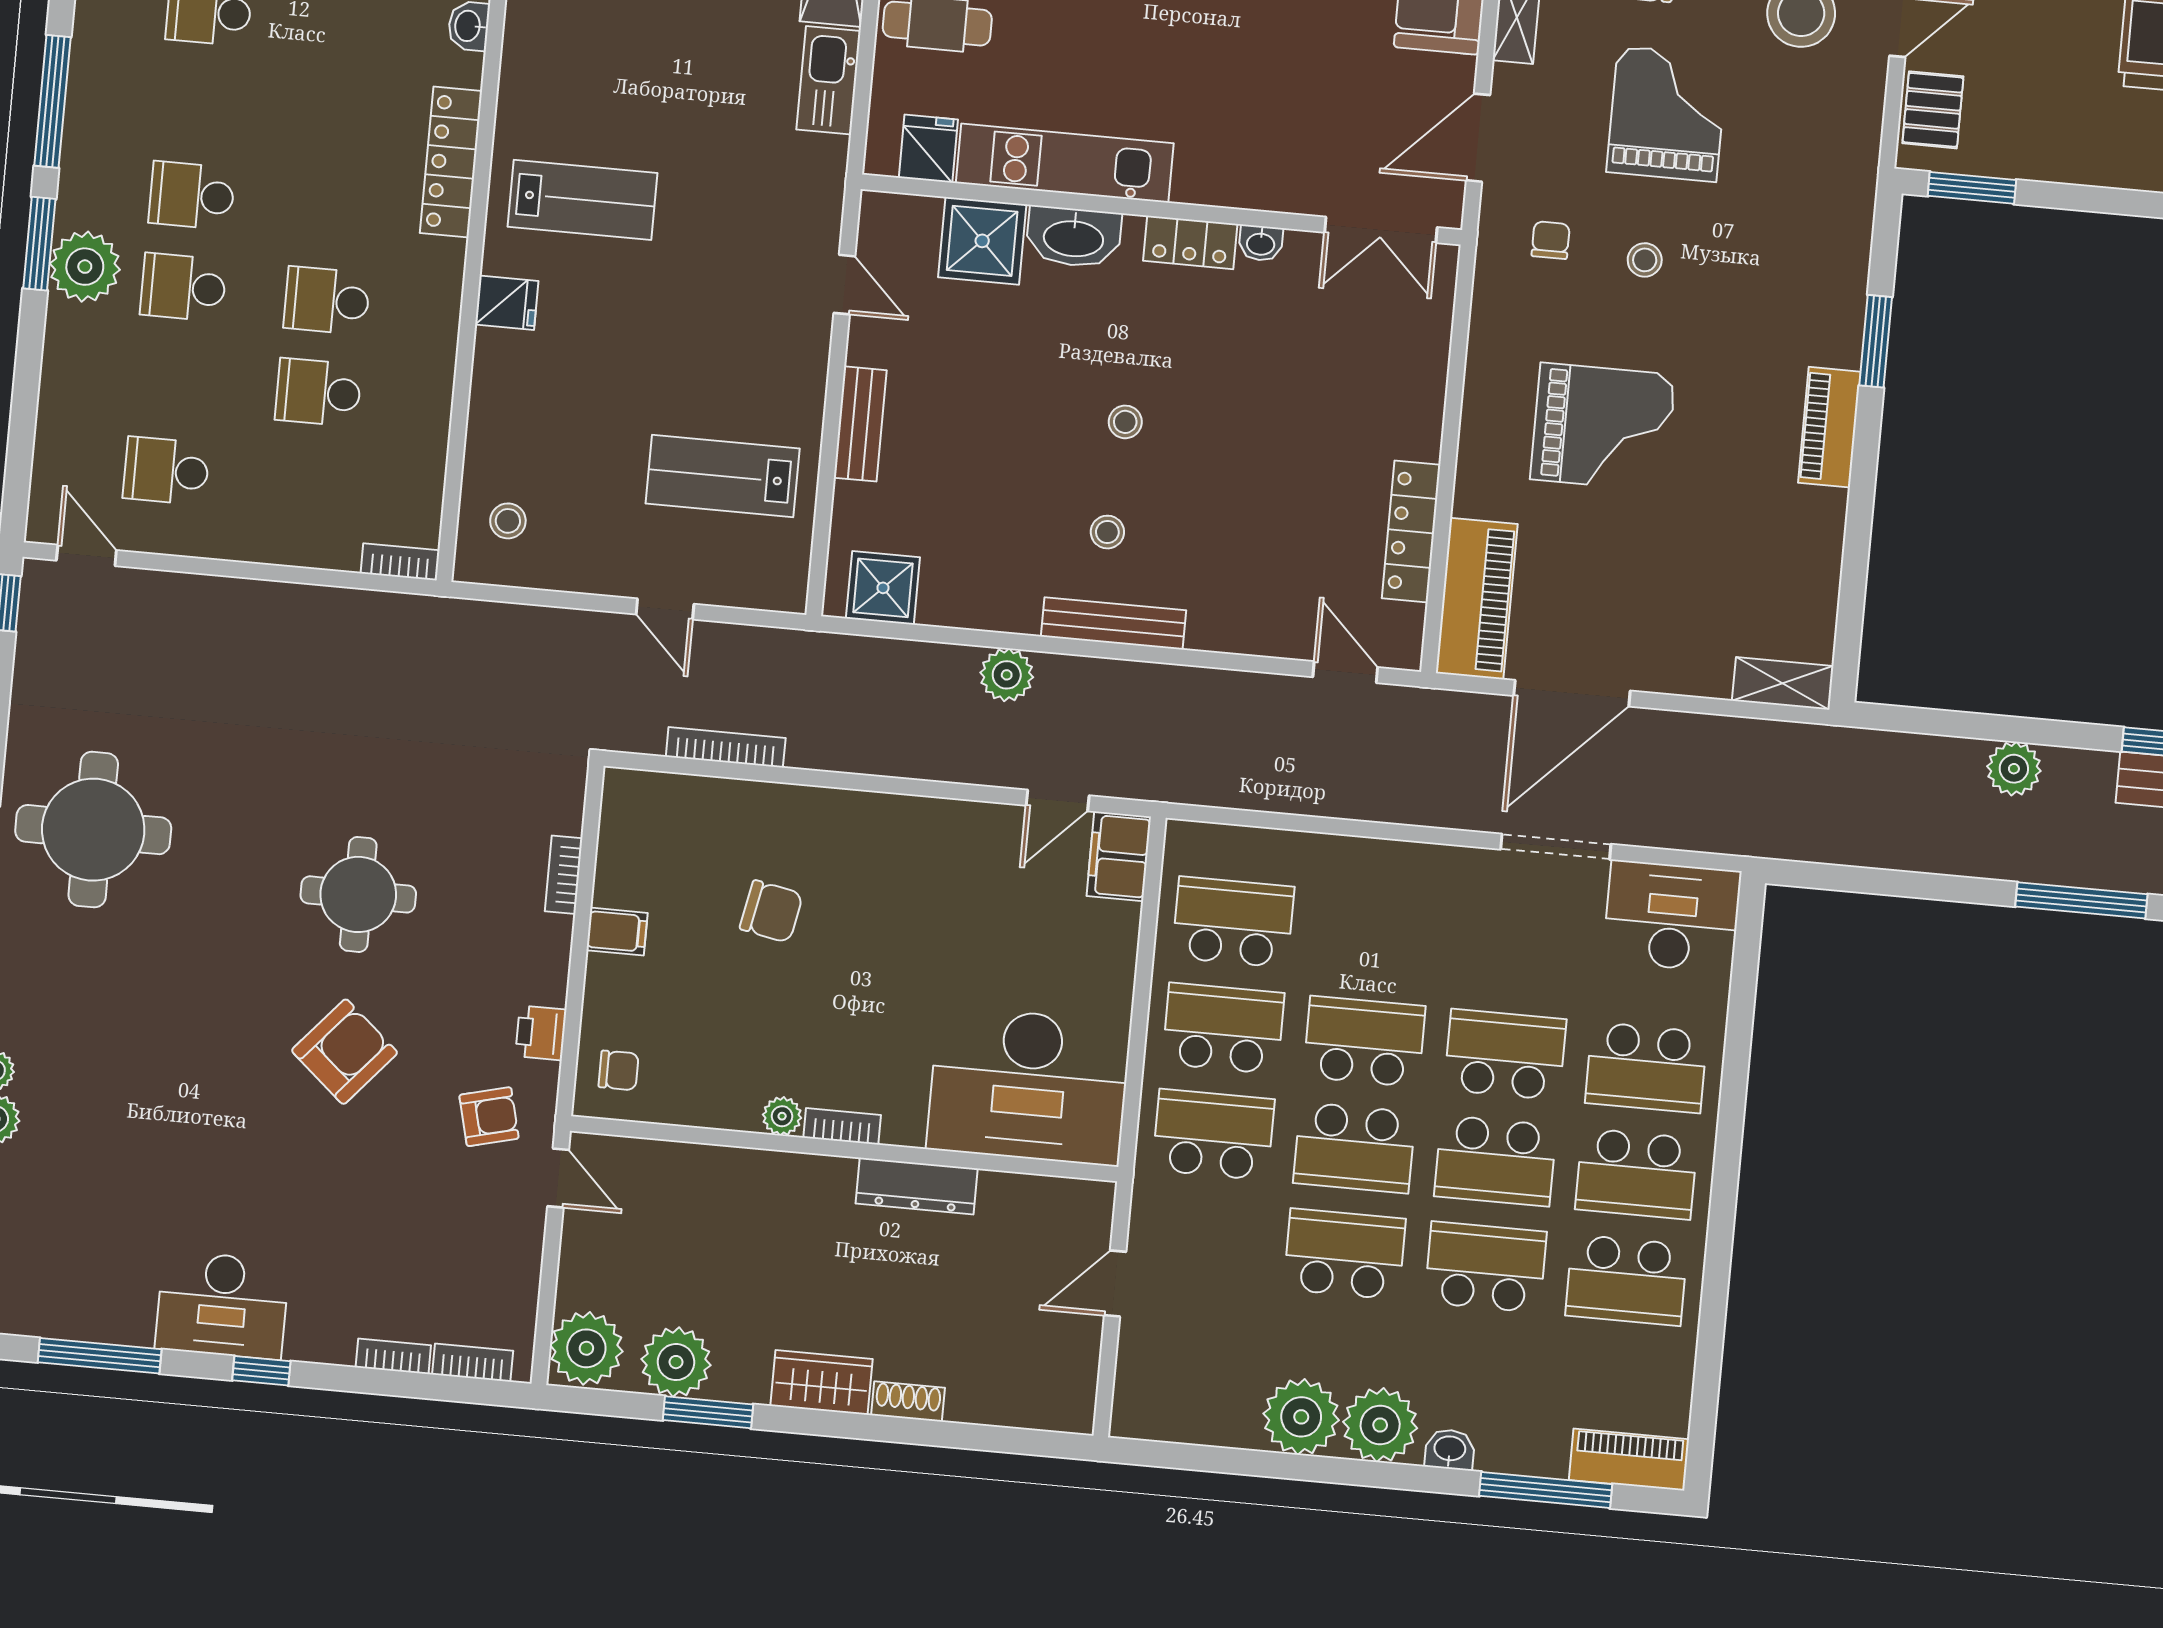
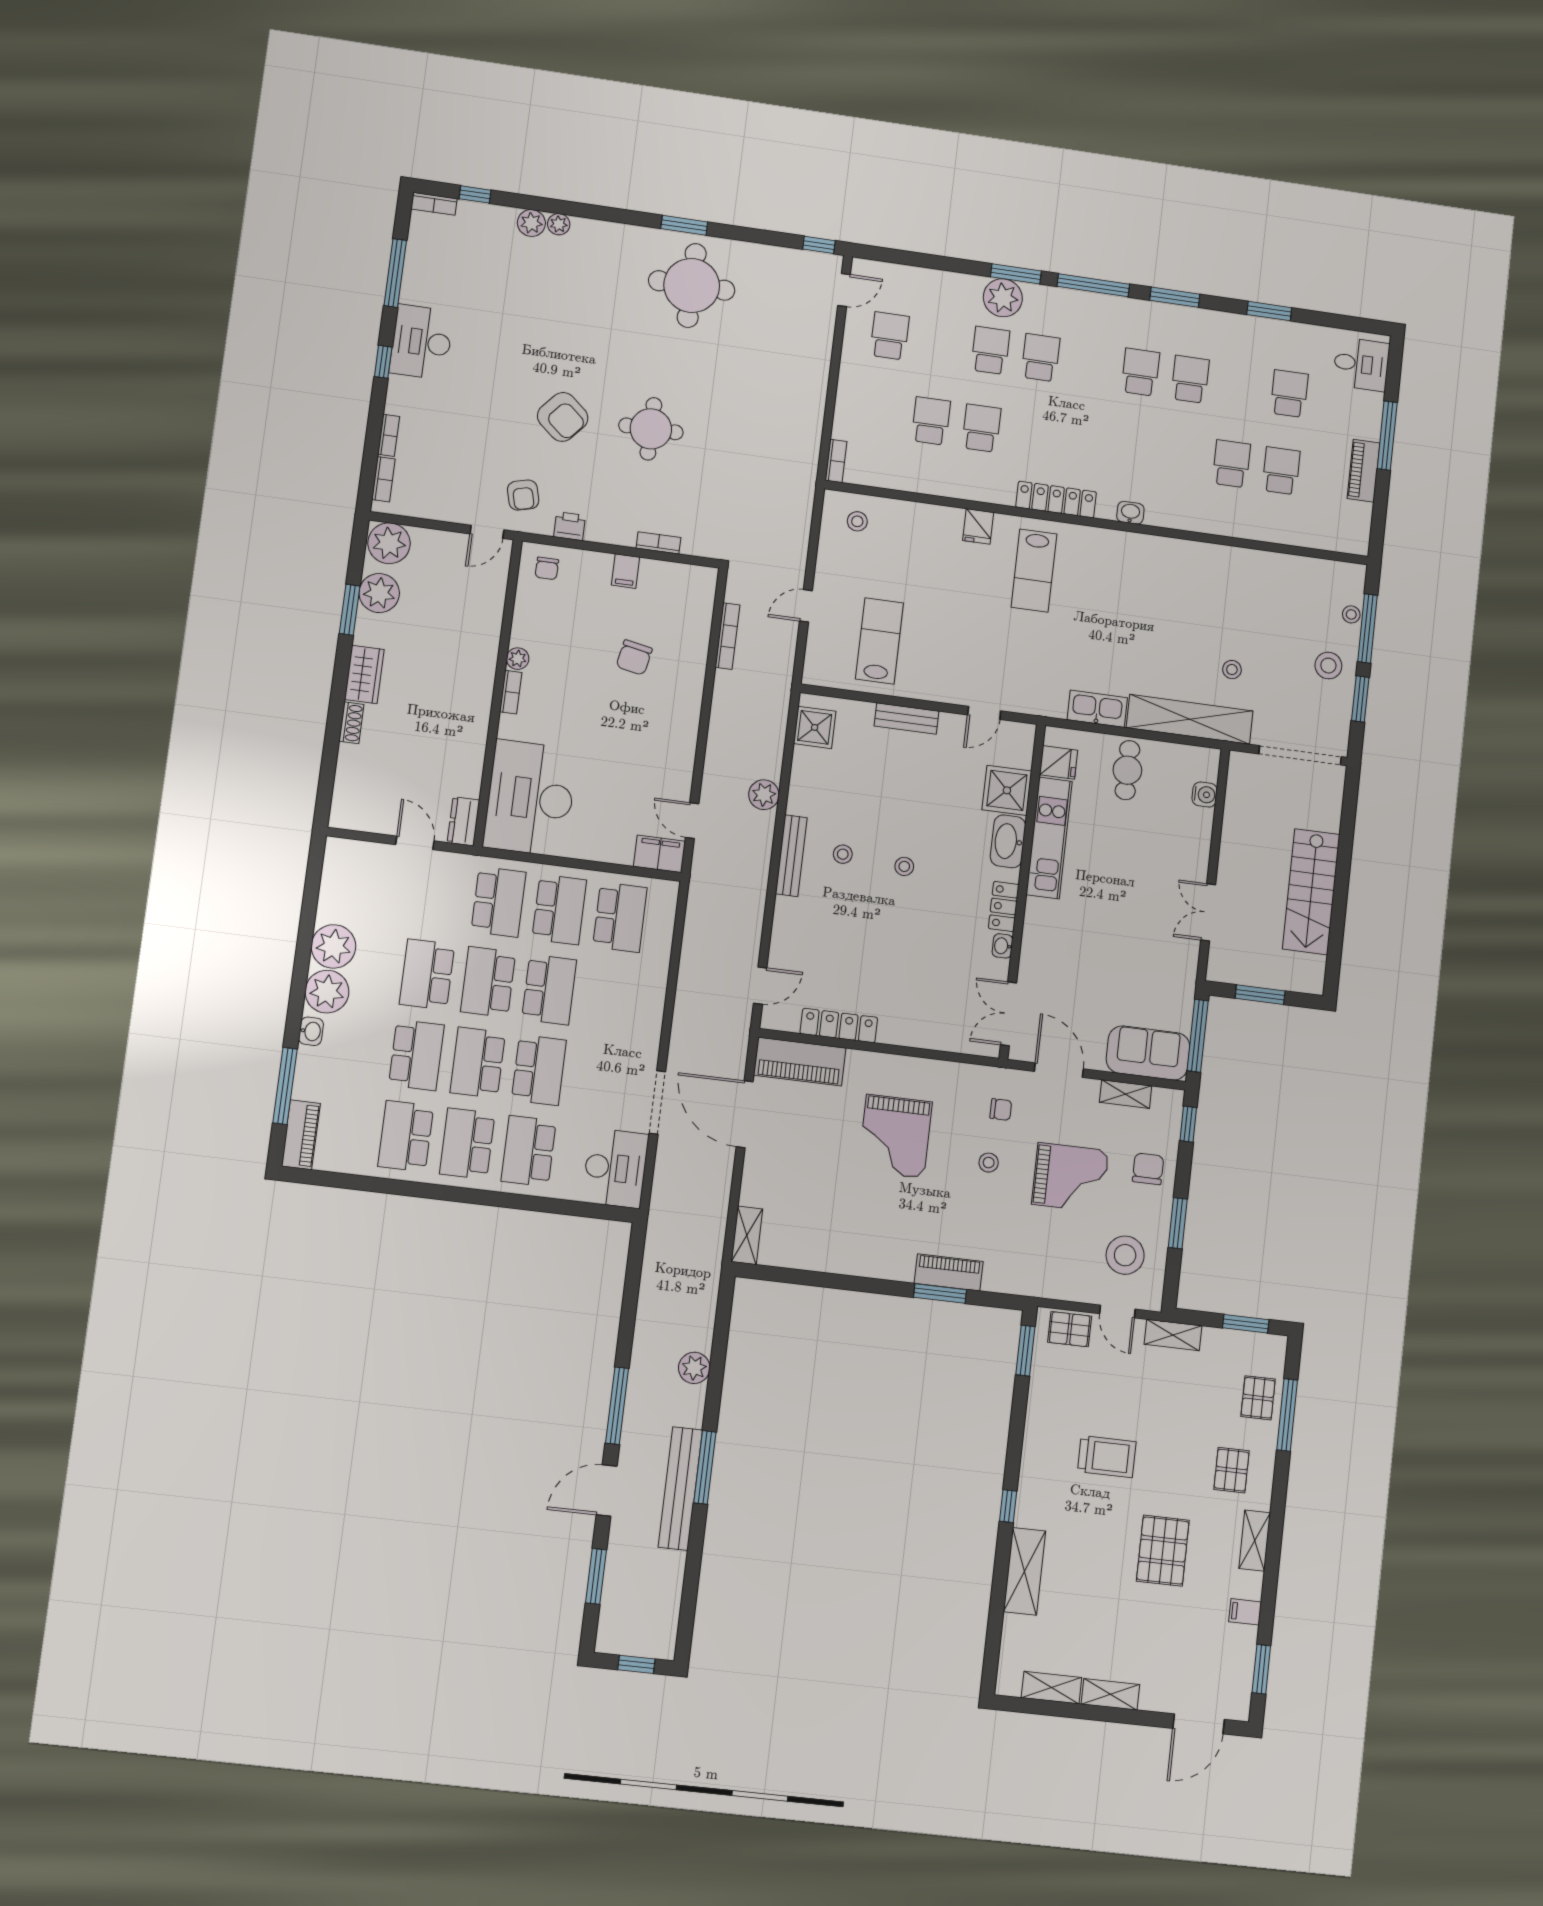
piano: (1829, 427) -> (949, 1272), moved
dresser: (917, 1186) -> (463, 821), moved, width x0.70
school desk: (1345, 1254) -> (427, 974), turned 180

